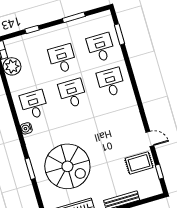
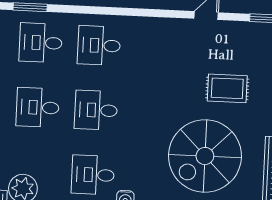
rug: (139, 163) -> (227, 88), moved, turned 90
spiral stairs: (67, 166) -> (205, 156), turned 180

